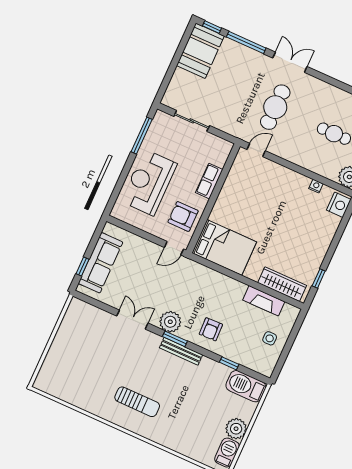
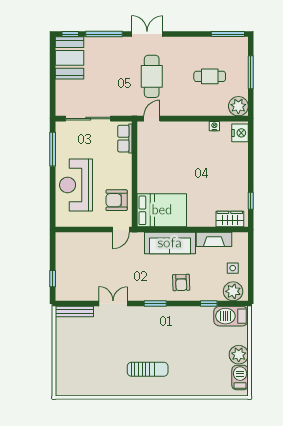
sliding door: (192, 121) -> (88, 119), width x1.37
row of seats: (209, 181) -> (125, 139), moved
sofa: (101, 263) -> (170, 243), moved, turned 90
wardrobe: (282, 284) -> (230, 219), width x0.67
plant: (170, 322) -> (233, 291), moved
bench: (181, 351) -> (74, 312), moved

